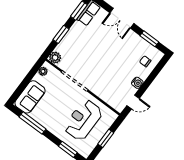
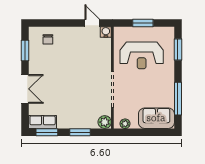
water cooler: (137, 83) -> (106, 32), moved

